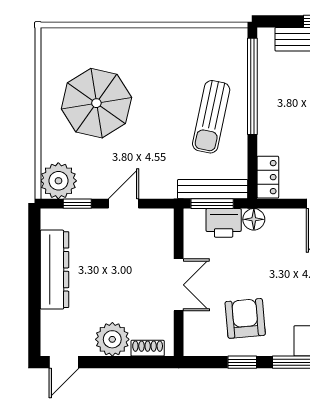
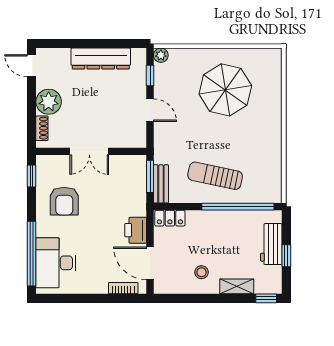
plant: (58, 181) -> (161, 55), width x0.53, depth x0.53
bench: (213, 189) -> (161, 184), width x0.73
floor lamp: (254, 219) -> (138, 208), removed
printer: (224, 223) -> (136, 230), moved
armchair: (245, 318) -> (64, 201), turned 95
window: (242, 362) -> (31, 176), moved

